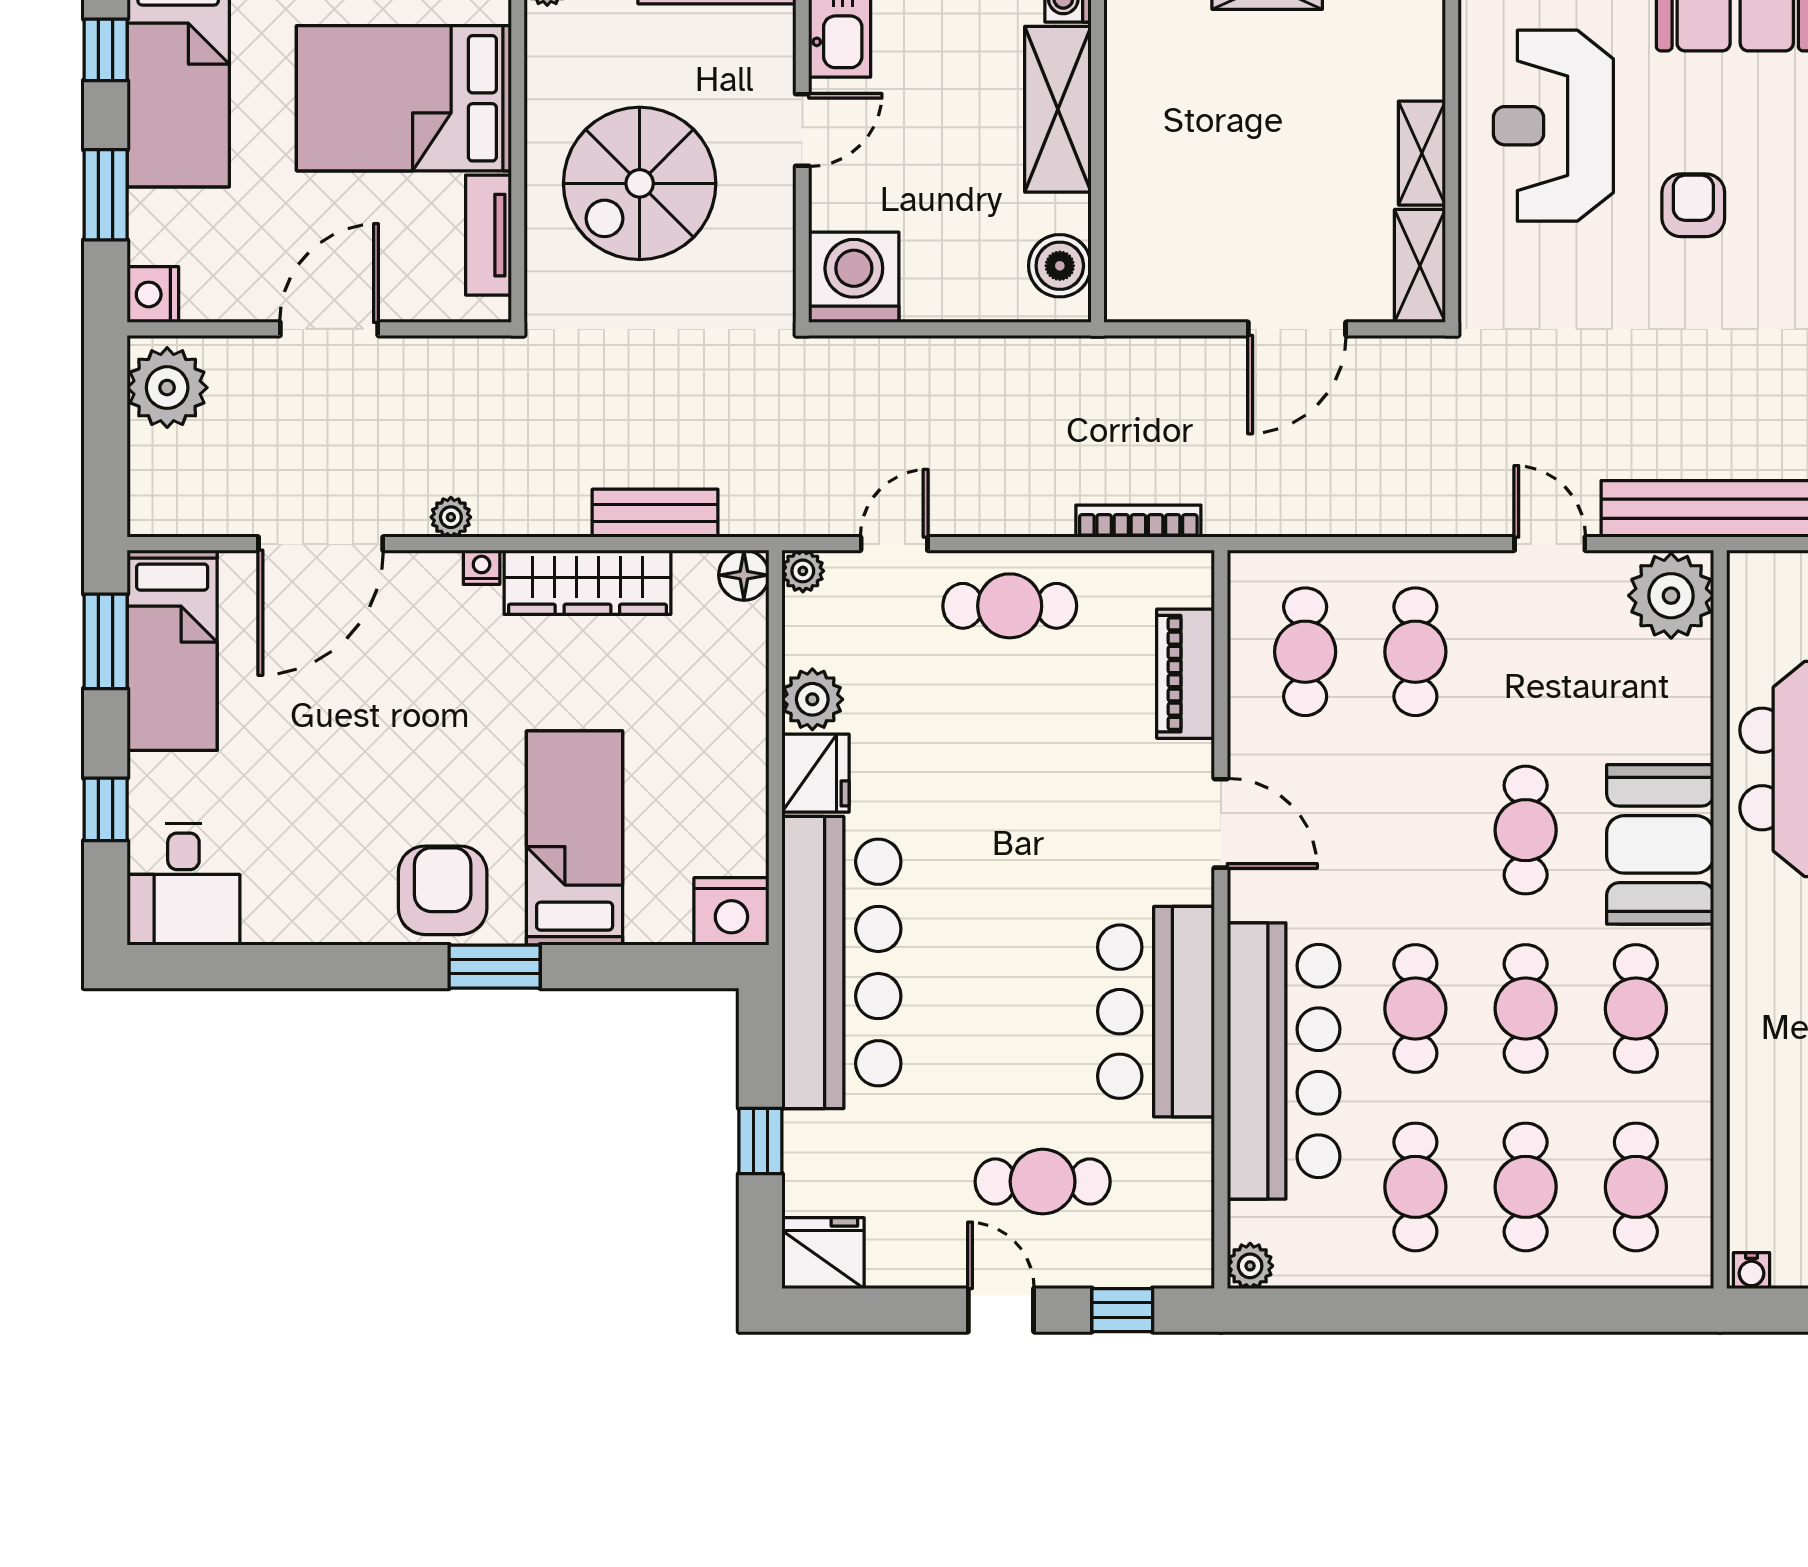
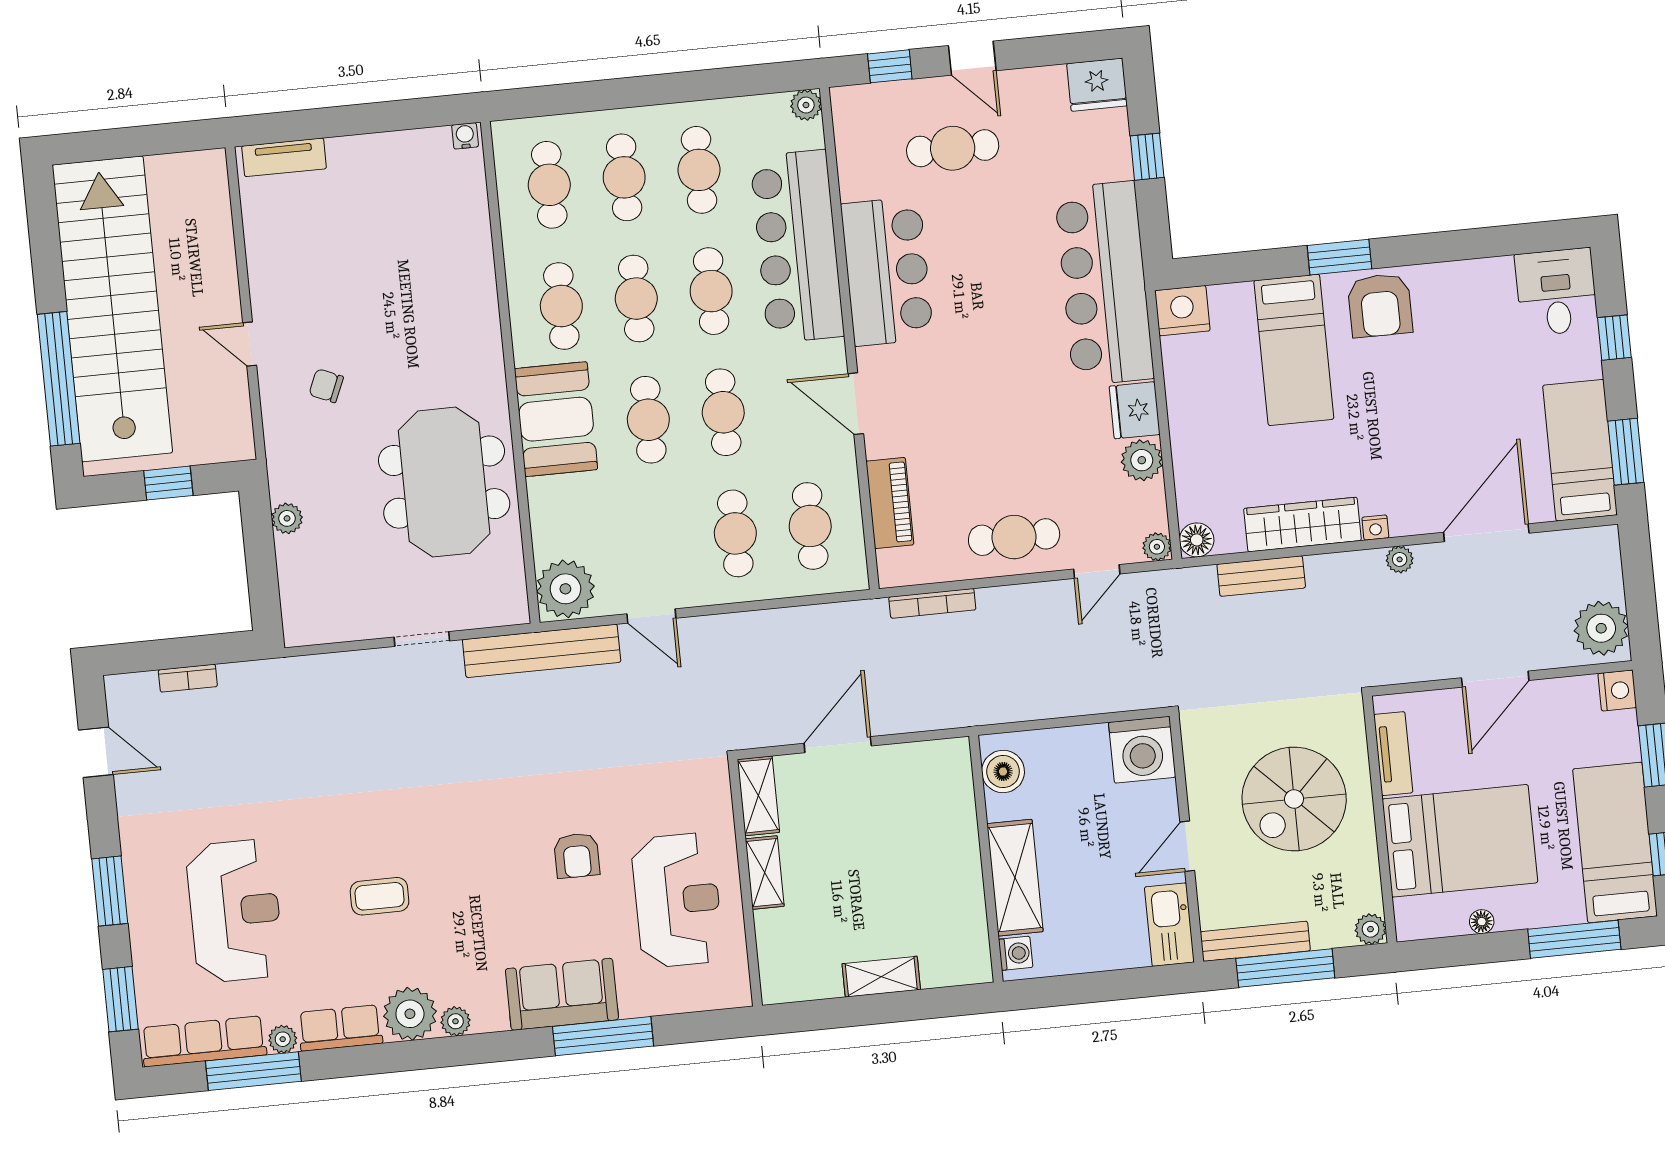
spiral stairs: (640, 183) -> (1294, 799), turned 180
cafe table: (1415, 830) -> (723, 412), added

